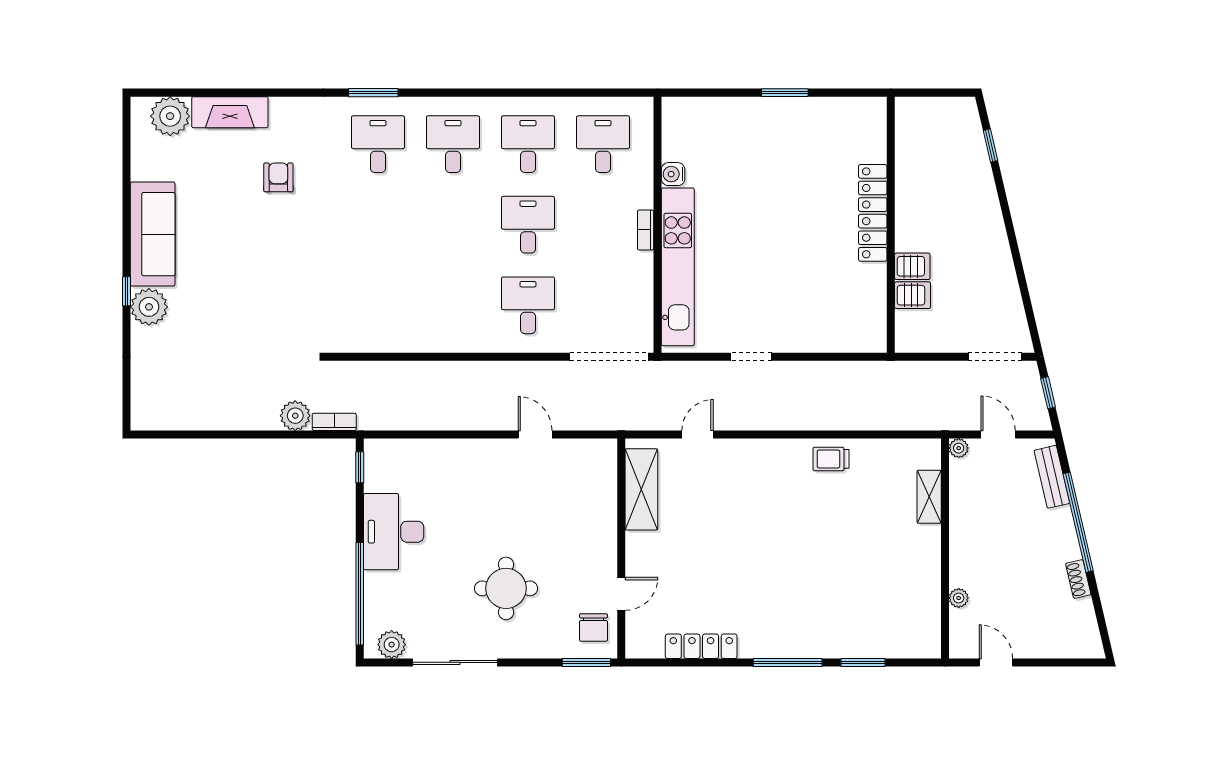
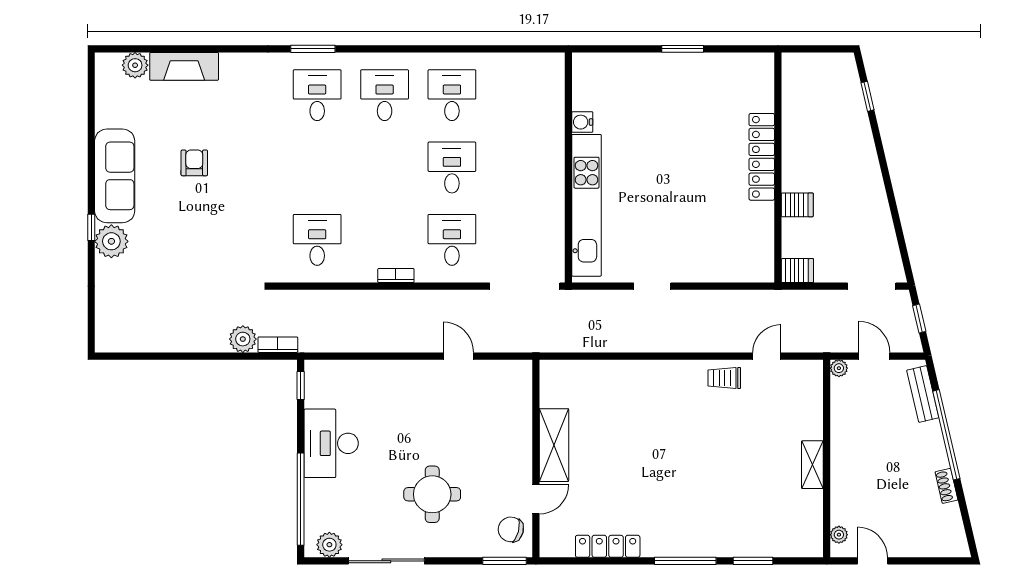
plant: (170, 116) -> (135, 65), width x0.73, depth x0.73
desk: (603, 144) -> (317, 240), moved
armchair: (278, 177) -> (194, 163), moved
bookcase: (646, 230) -> (396, 276), moved, turned 90
server rack: (912, 295) -> (797, 271), moved
door: (698, 435) -> (767, 356), moved
shelving: (641, 489) -> (554, 445), moved
shelving: (929, 497) -> (812, 465), moved
plant: (959, 598) -> (839, 535), moved
chair: (593, 628) -> (511, 529), turned 105

